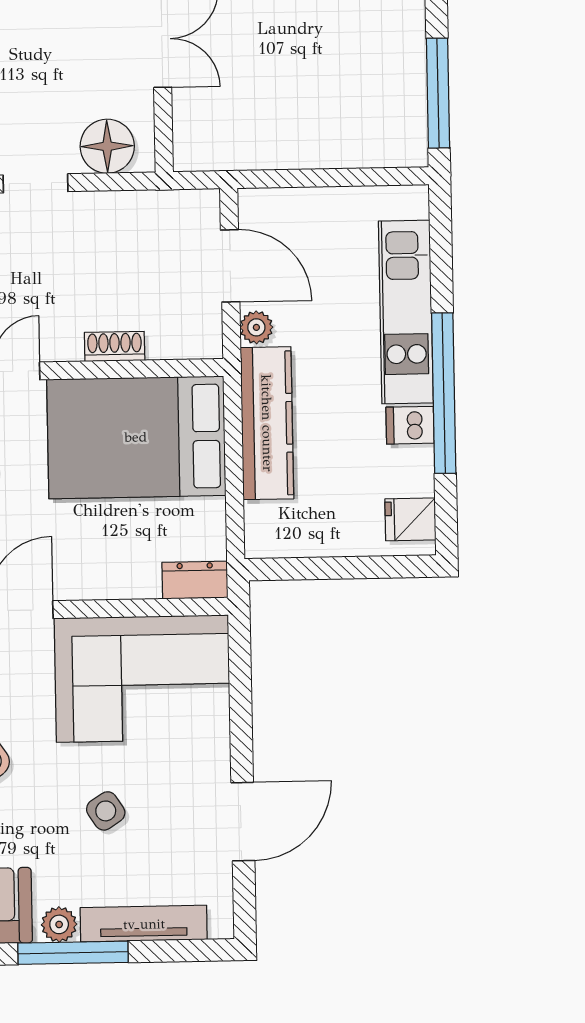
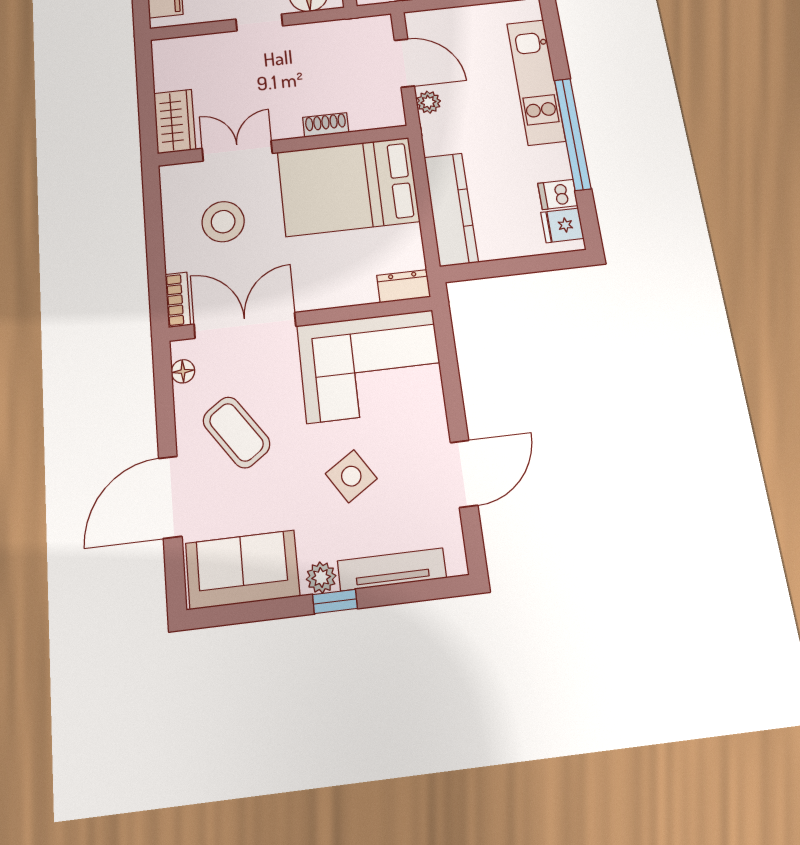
kitchen counter: (267, 423) -> (451, 209), moved
dishwasher: (410, 425) -> (558, 194), moved
side table: (106, 811) -> (351, 476), width x1.37, depth x1.37
window: (73, 953) -> (335, 601), width x0.46

